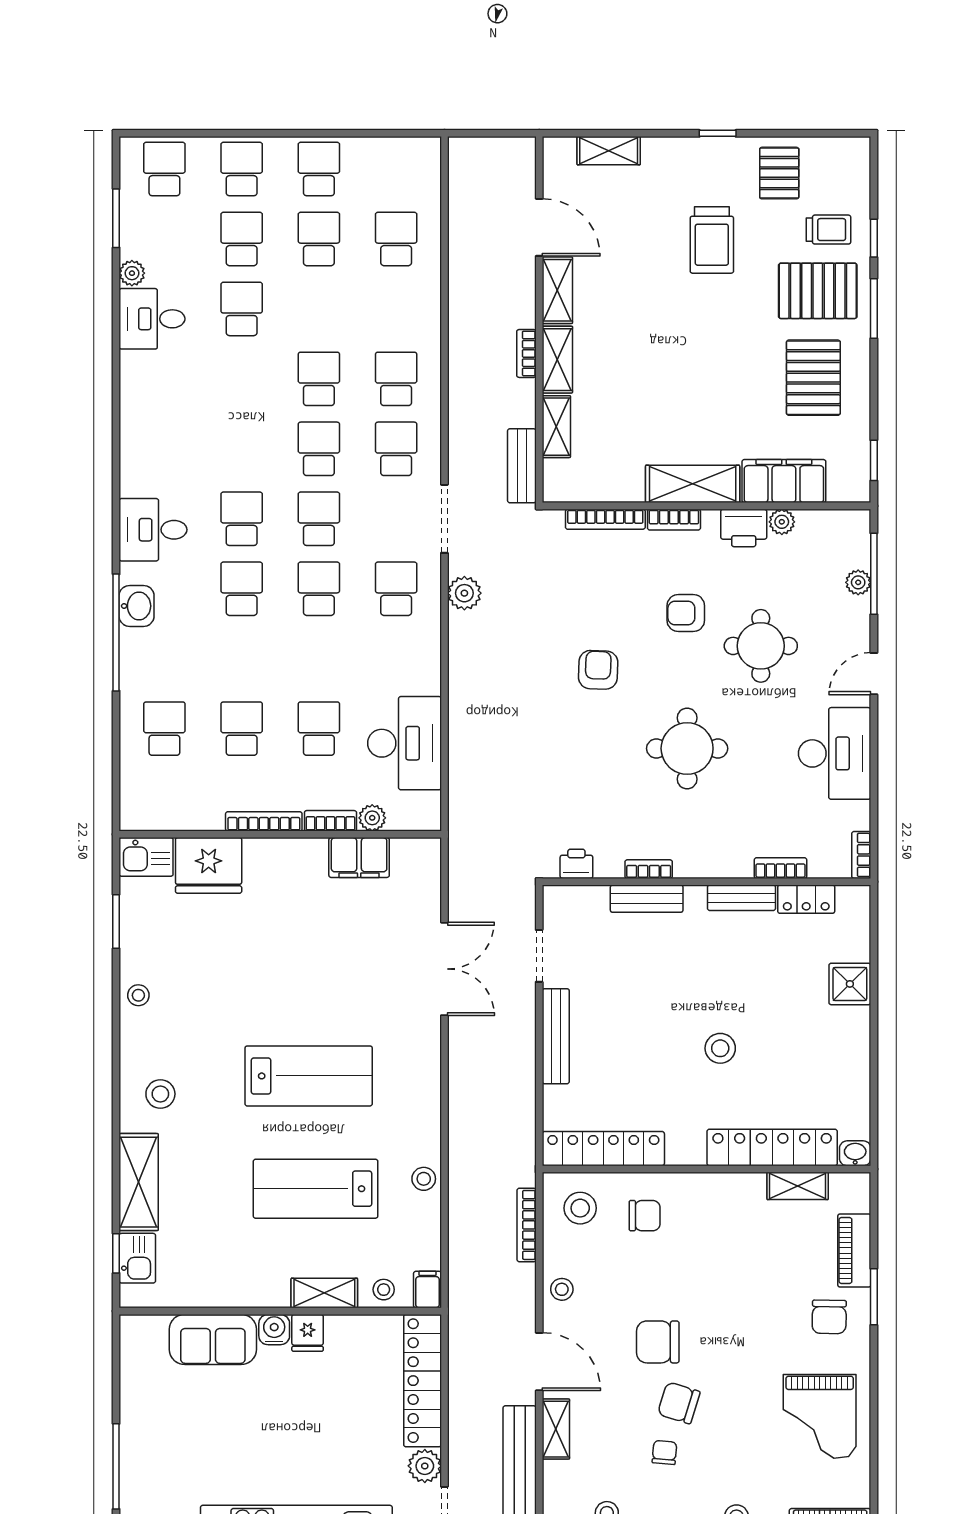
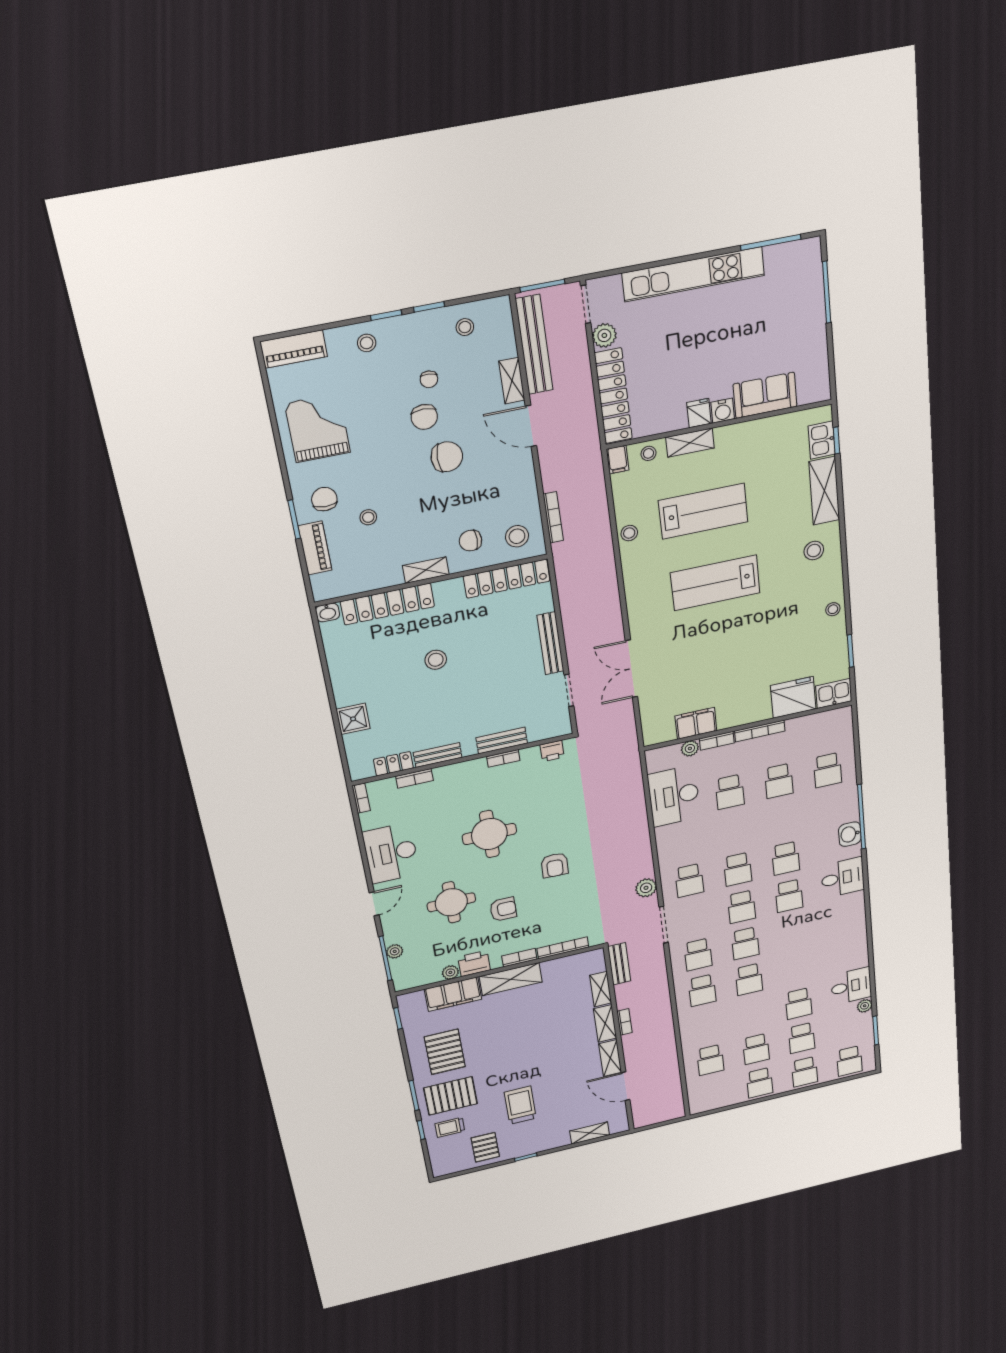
shelving: (798, 1186) -> (426, 570), moved
stool: (562, 1289) -> (368, 517), moved
chair: (679, 1403) -> (424, 417), turned 73

